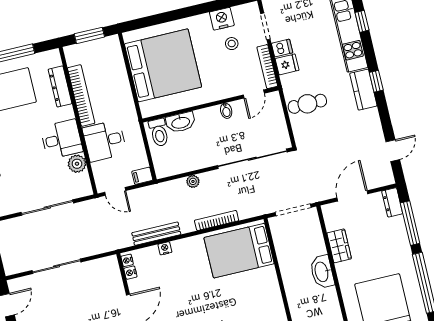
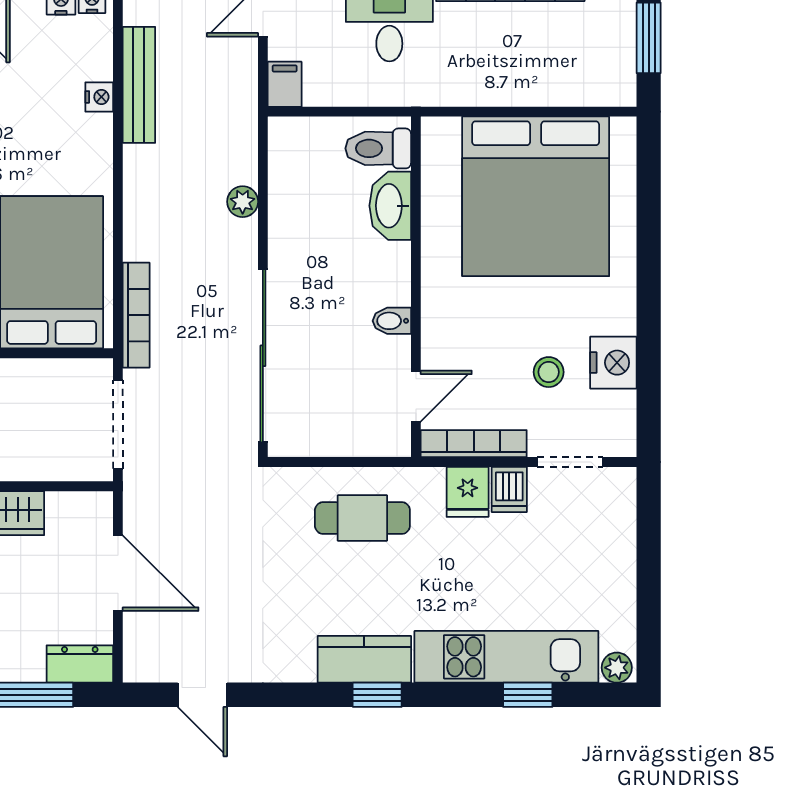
door: (254, 94) -> (416, 396), swing flipped
cafe table: (307, 104) -> (362, 518), turned 90
bookcase: (217, 220) -> (136, 315), moved

